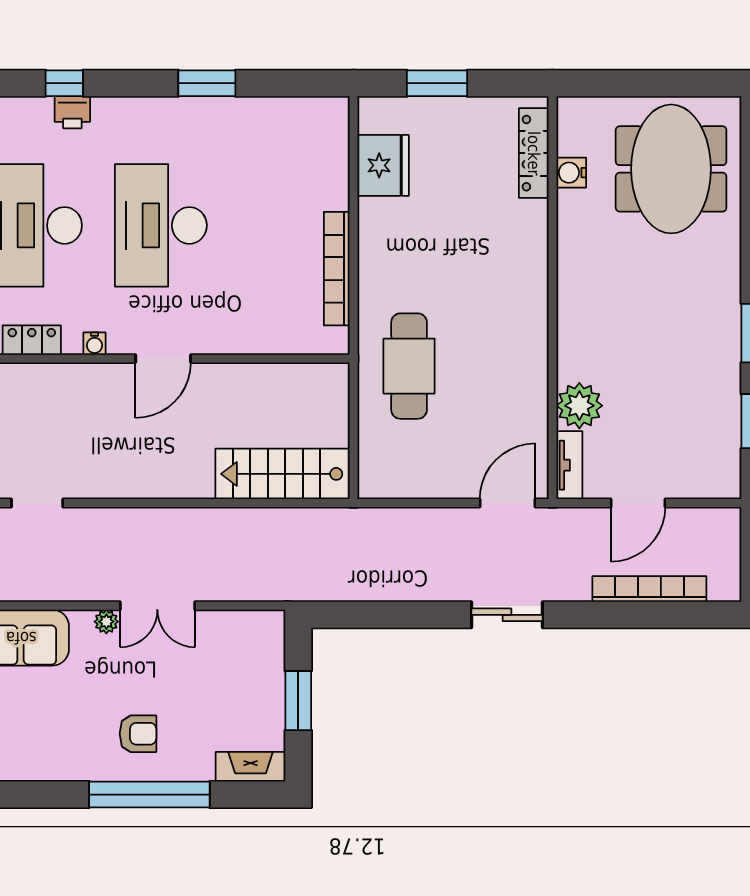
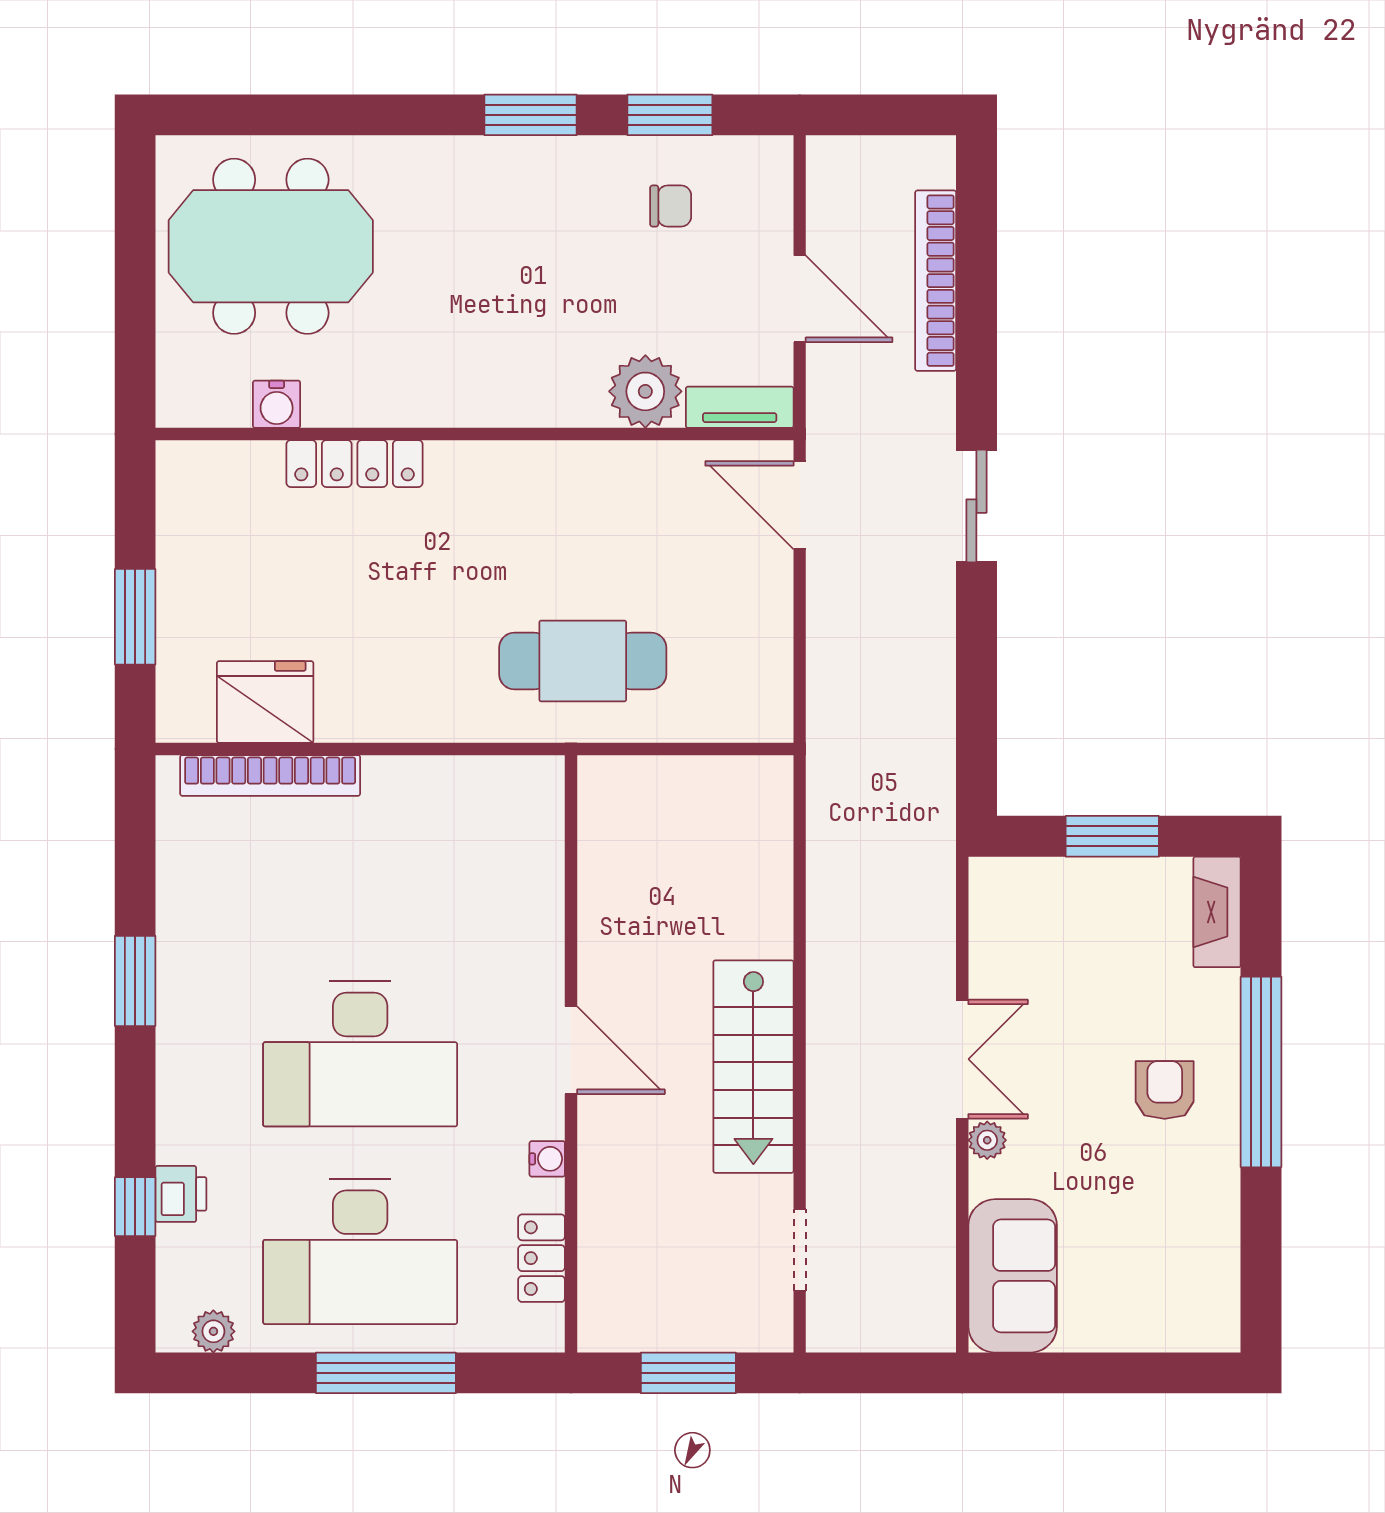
locker: (534, 153) -> (355, 464), moved
bookcase: (337, 269) -> (270, 775), moved
chair: (697, 422) -> (671, 206), added
stairs: (283, 474) -> (753, 1067), moved

